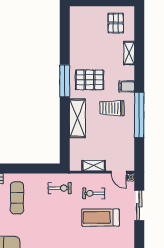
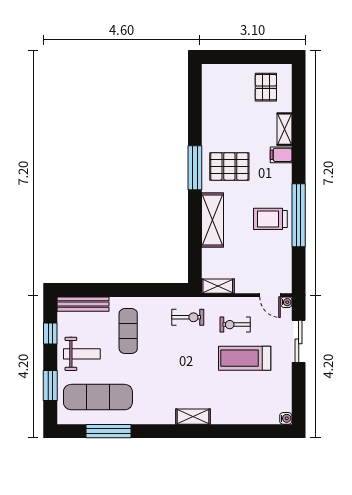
filing cabinet: (127, 86) -> (281, 155), moved
trolley: (112, 108) -> (270, 219), moved
shelving: (94, 166) -> (218, 286), moved

